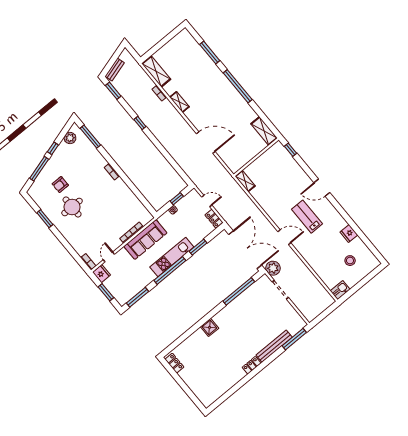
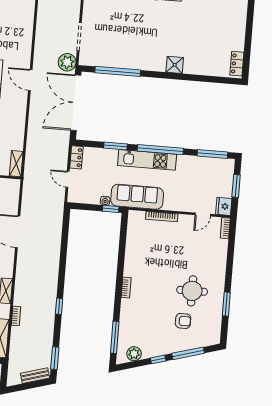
window: (177, 199) -> (111, 209), moved
sofa: (145, 240) -> (137, 197), moved

